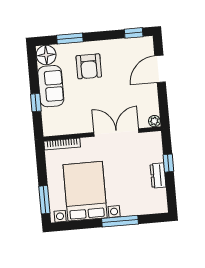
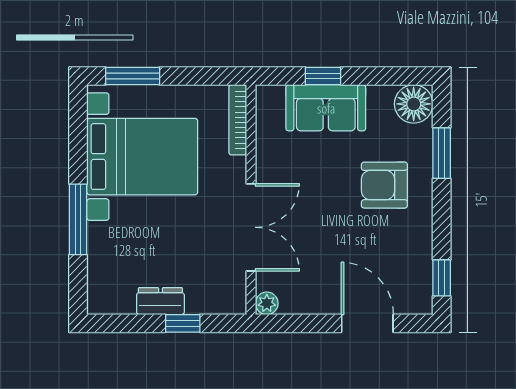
sofa: (51, 86) -> (326, 108), moved

